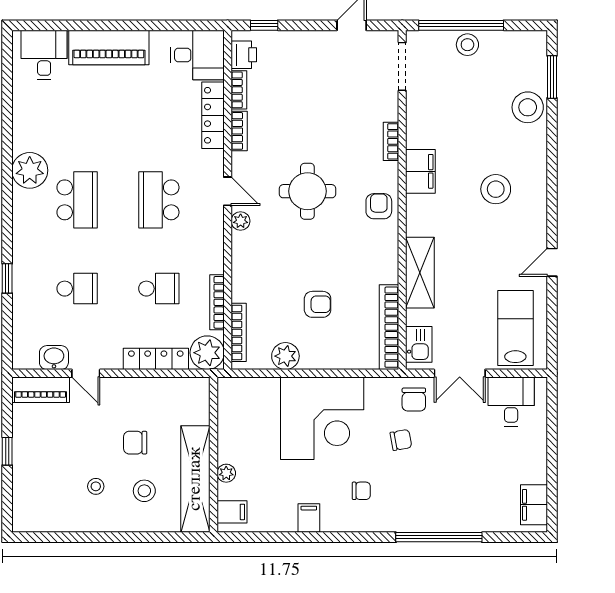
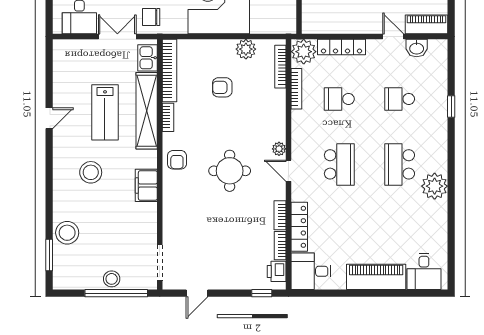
bookcase: (391, 141) -> (168, 117), moved
shelving: (420, 273) -> (147, 111), width x1.47
lab bench: (515, 328) -> (105, 112), moved
chair: (414, 400) -> (151, 17), turned -90

